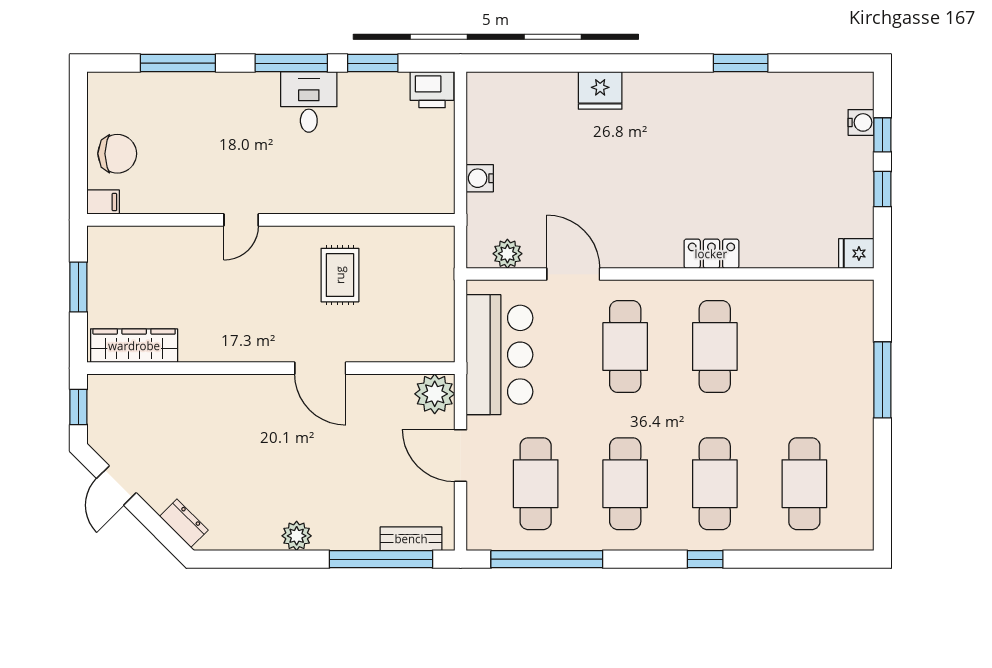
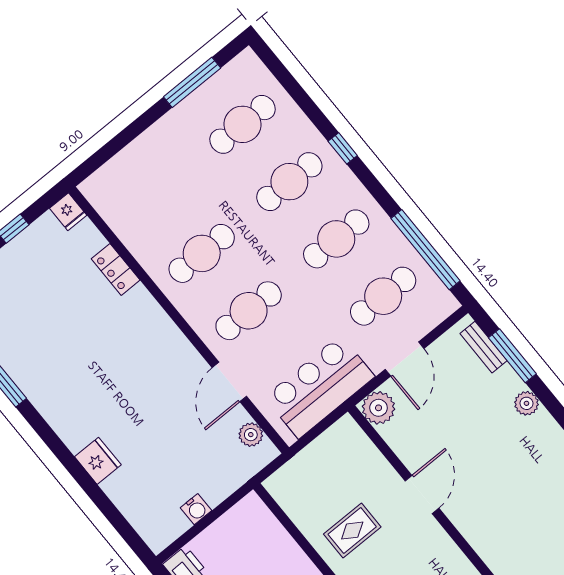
water cooler: (480, 178) -> (196, 509), moved
locker: (711, 254) -> (116, 269), moved
window: (882, 380) -> (192, 82), moved
plant: (297, 536) -> (526, 403), moved
window: (381, 559) -> (512, 356), width x0.68

